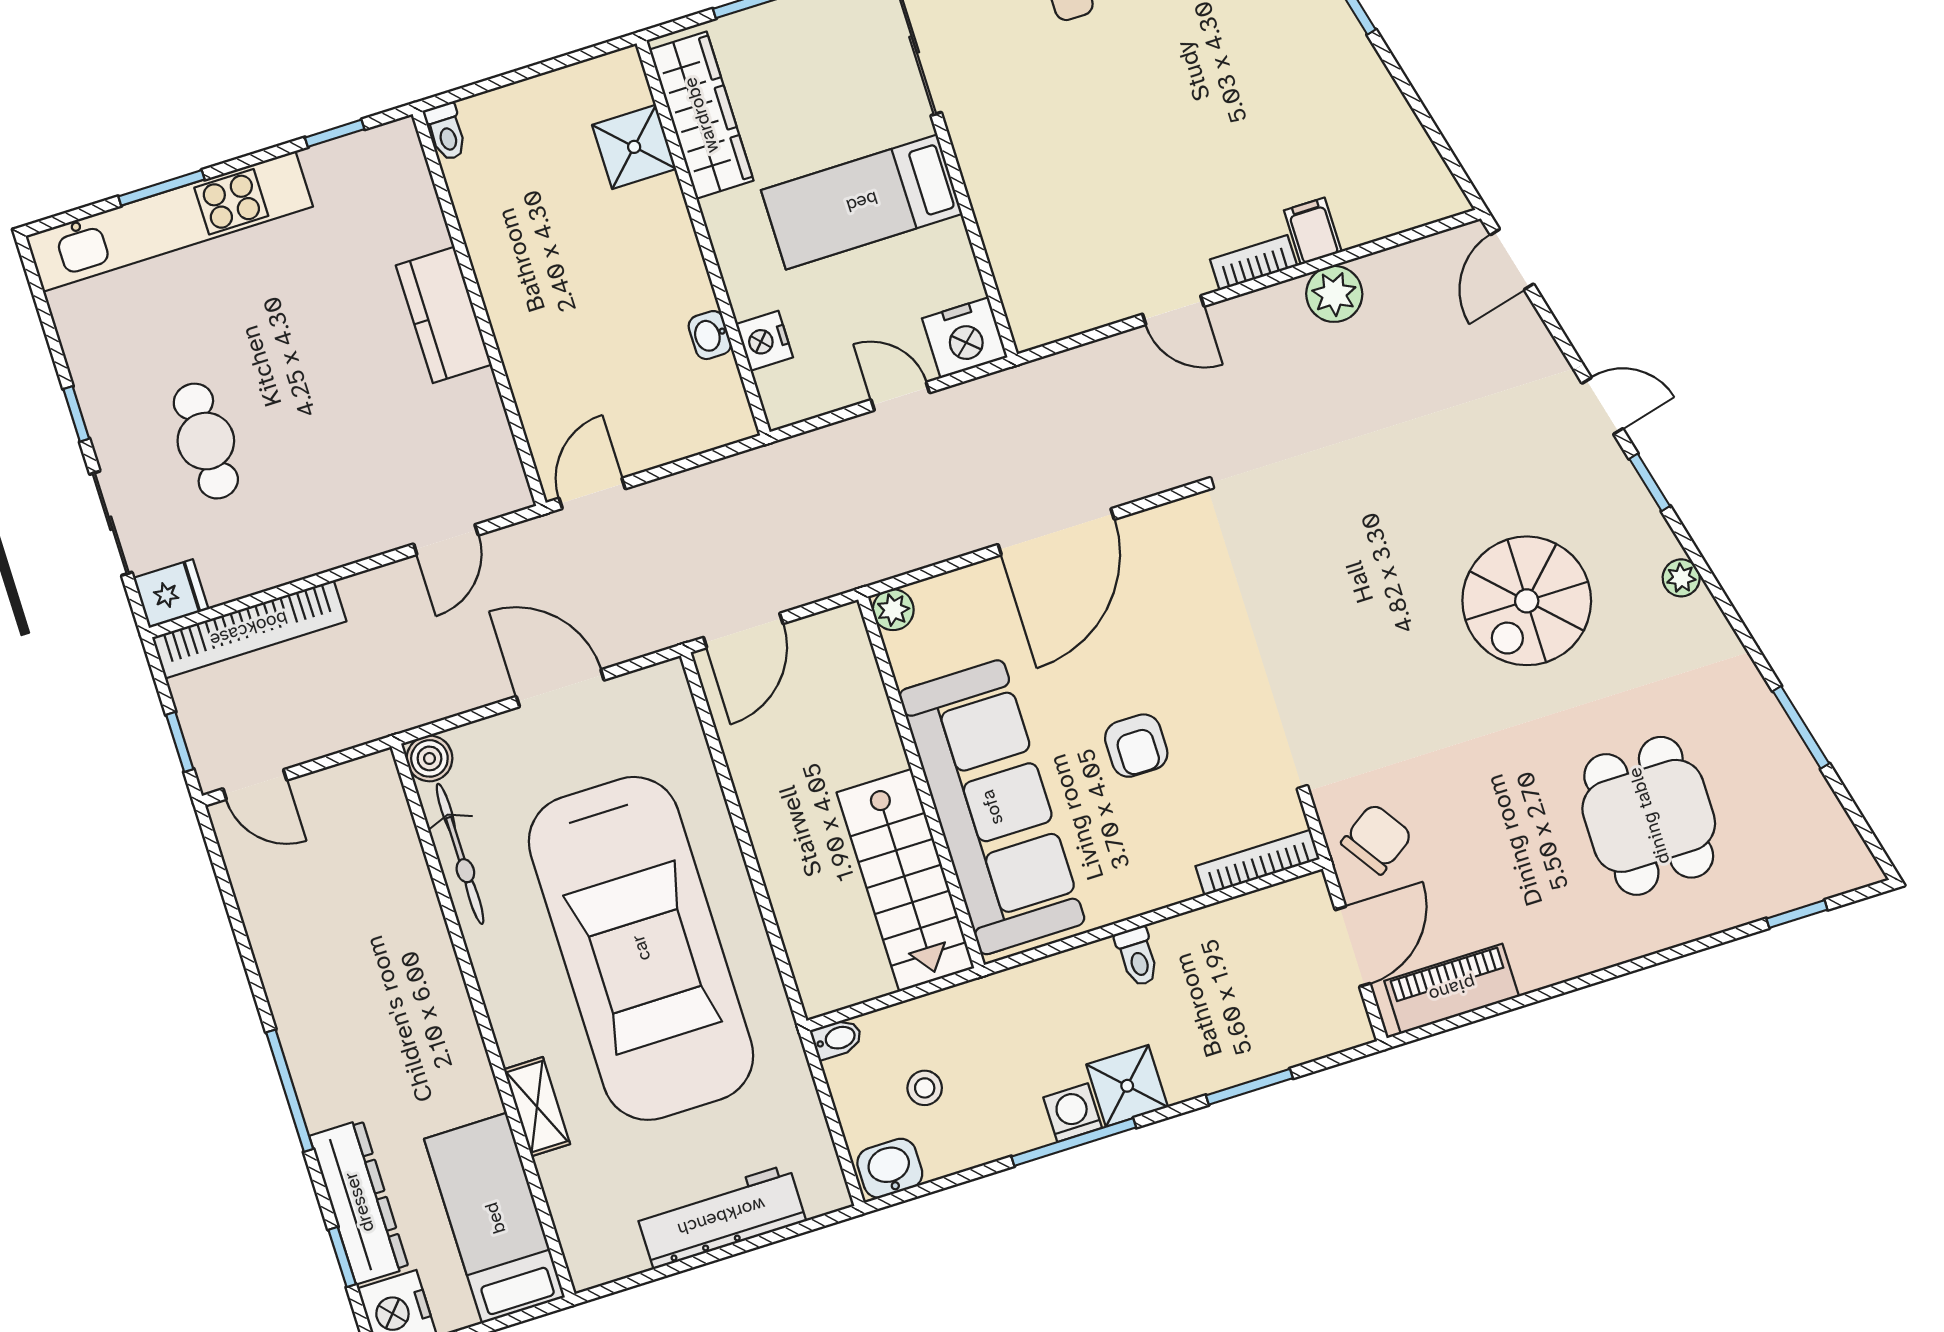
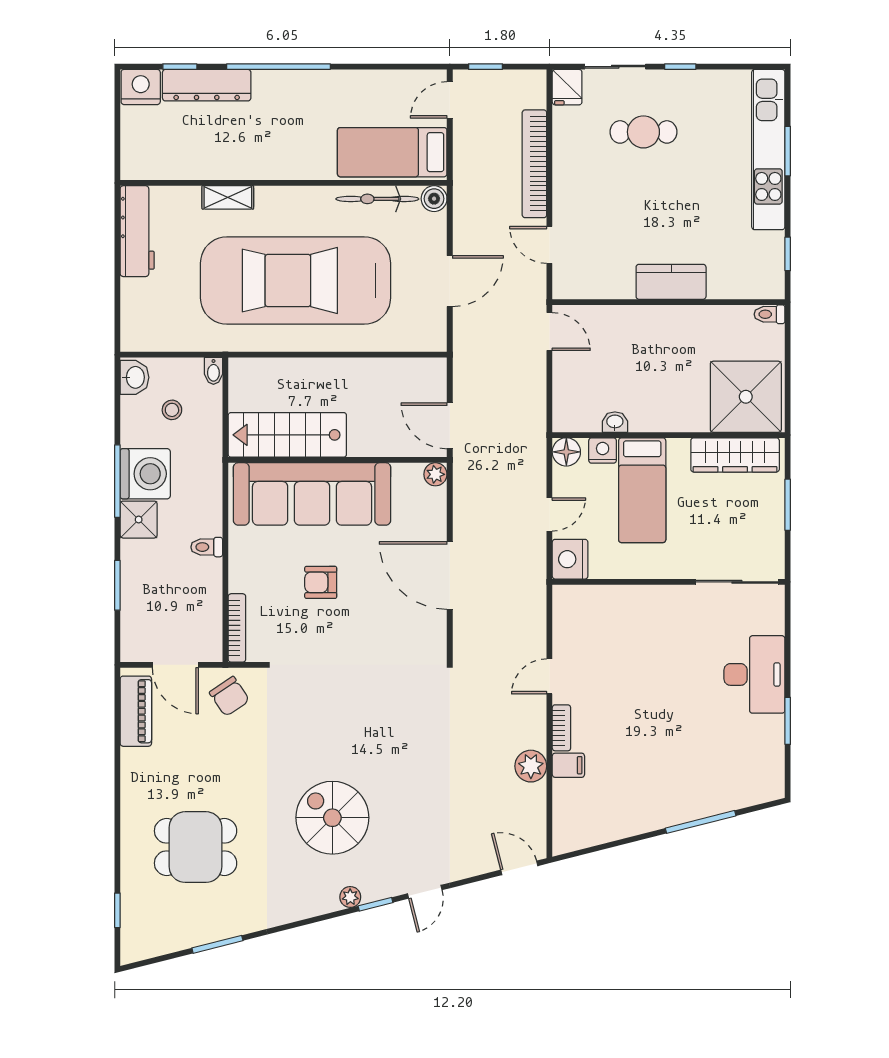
shower: (634, 147) -> (746, 397), width x1.86, depth x1.86
bed: (862, 202) -> (642, 490), moved, turned 180
floor lamp: (786, 401) -> (566, 452), added
plant: (1681, 578) -> (350, 897), moved
bookcase: (249, 629) -> (534, 164), moved
door: (743, 630) -> (450, 426), moved
window: (290, 1091) -> (278, 67), width x1.46
washing machine: (1073, 1113) -> (145, 474), width x1.89, depth x1.89
workbench: (721, 1217) -> (137, 231), moved
bed: (495, 1218) -> (392, 152), moved, turned 180

